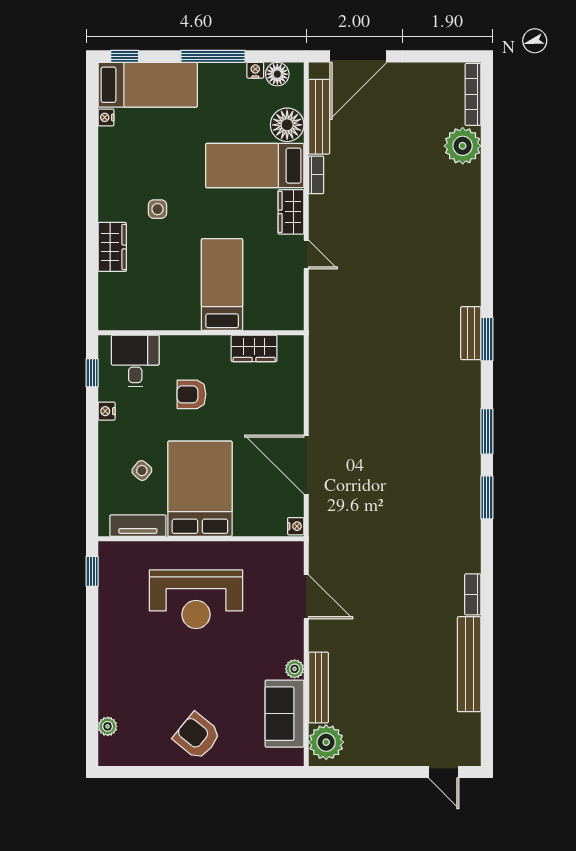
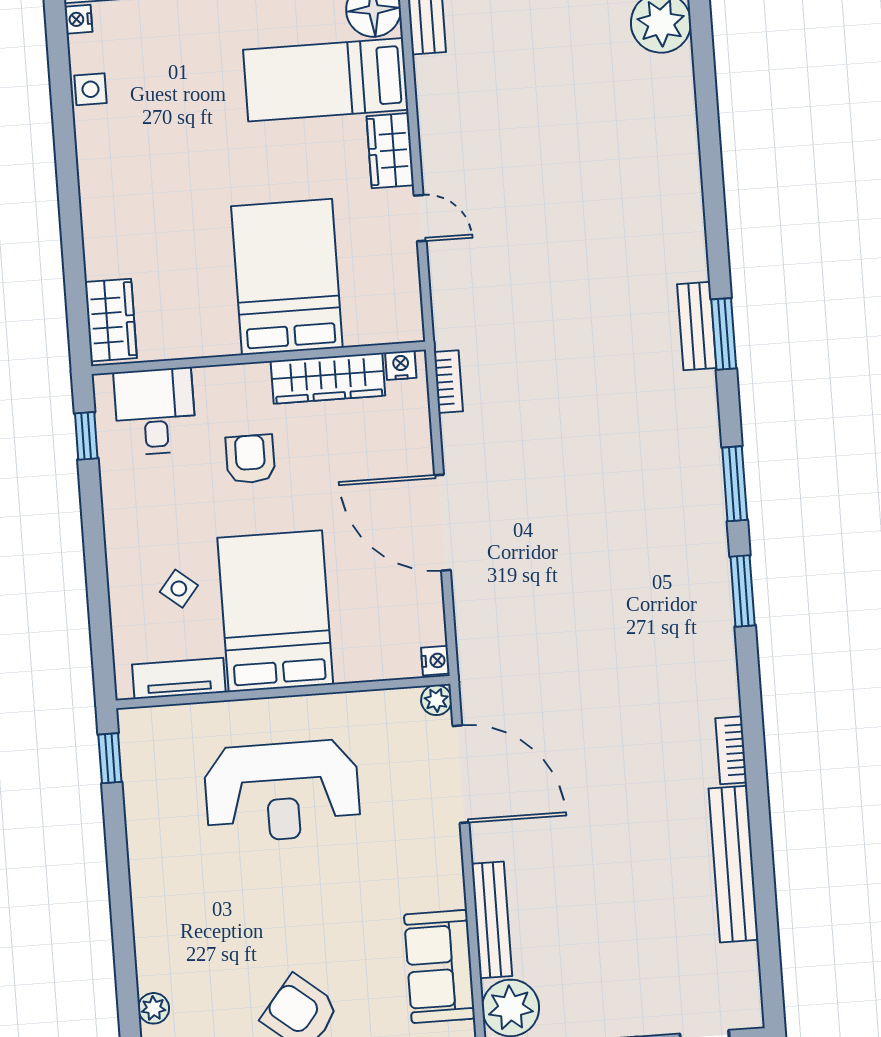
bookcase: (316, 175) -> (448, 382), moved
side table: (158, 209) -> (90, 89), moved
wardrobe: (112, 247) -> (111, 320), moved
bed: (222, 285) -> (287, 277), width x1.50
wardrobe: (254, 348) -> (328, 378), width x1.50
armchair: (191, 394) -> (250, 459), turned 90
nightstand: (107, 411) -> (401, 365), moved, turned 90
door: (306, 465) -> (442, 523), moved
door: (306, 597) -> (461, 774), width x1.36
plant: (295, 669) -> (436, 700), moved

